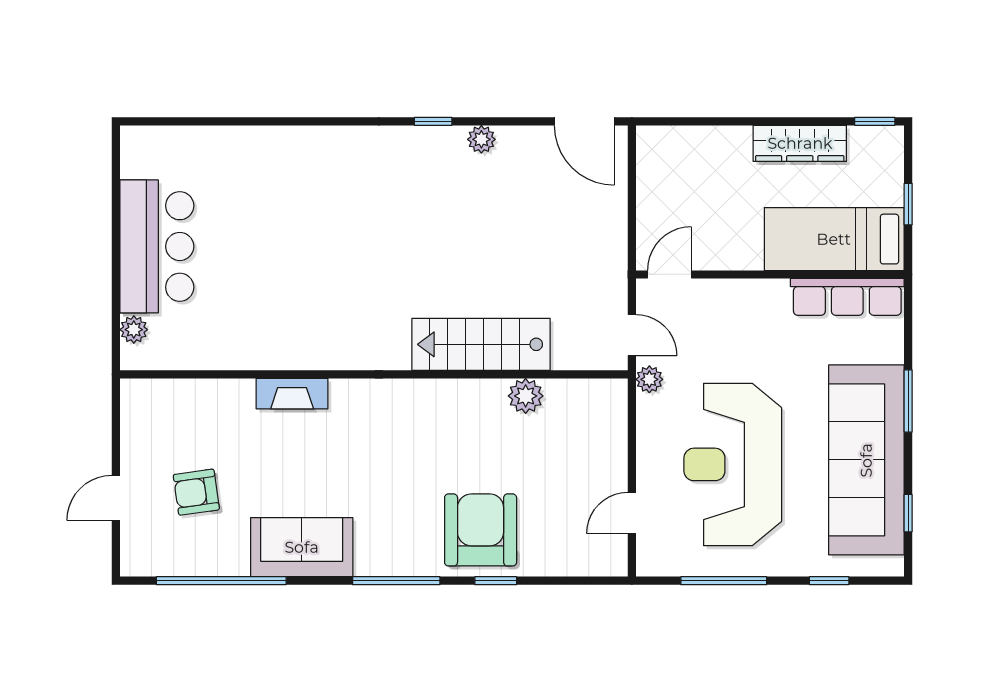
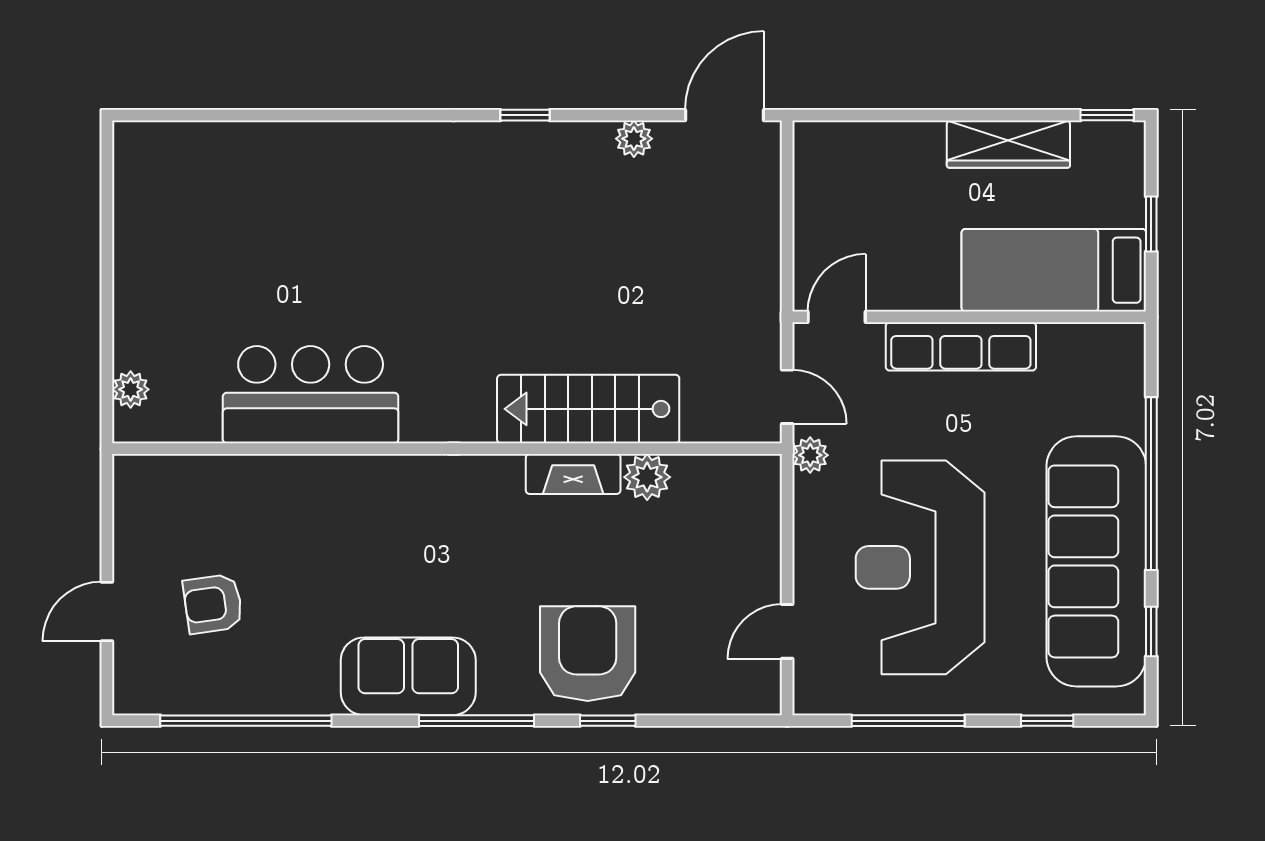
door: (584, 121) -> (724, 115), swing flipped
plant: (481, 139) -> (634, 139), moved
bar counter: (157, 246) -> (311, 395), moved, turned -90
row of seats: (847, 297) -> (961, 346), moved
fireplace: (292, 394) -> (573, 474), moved
window: (908, 401) -> (1151, 484), width x2.11
sofa: (302, 547) -> (408, 676), moved

